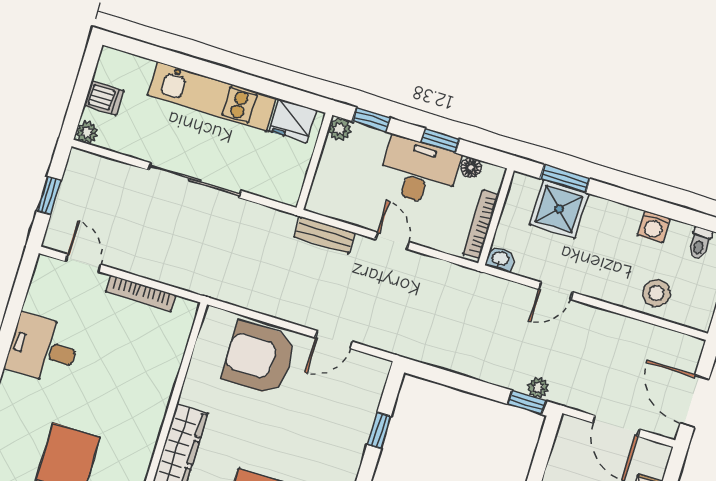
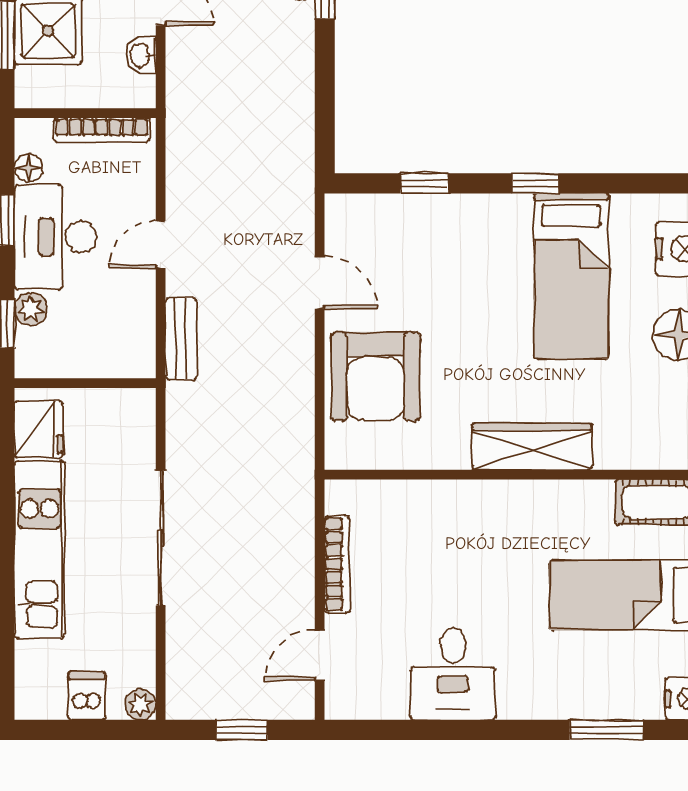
plant: (340, 129) -> (31, 309), moved
washbasin: (500, 259) -> (141, 55), moved

